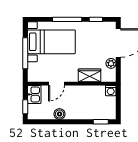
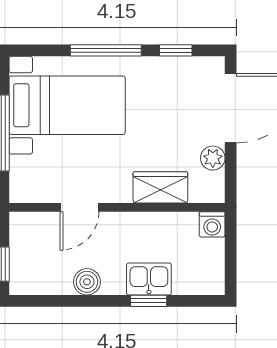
kitchen sink: (34, 94) -> (149, 279), moved, turned -90
window: (101, 122) -> (149, 301), moved

